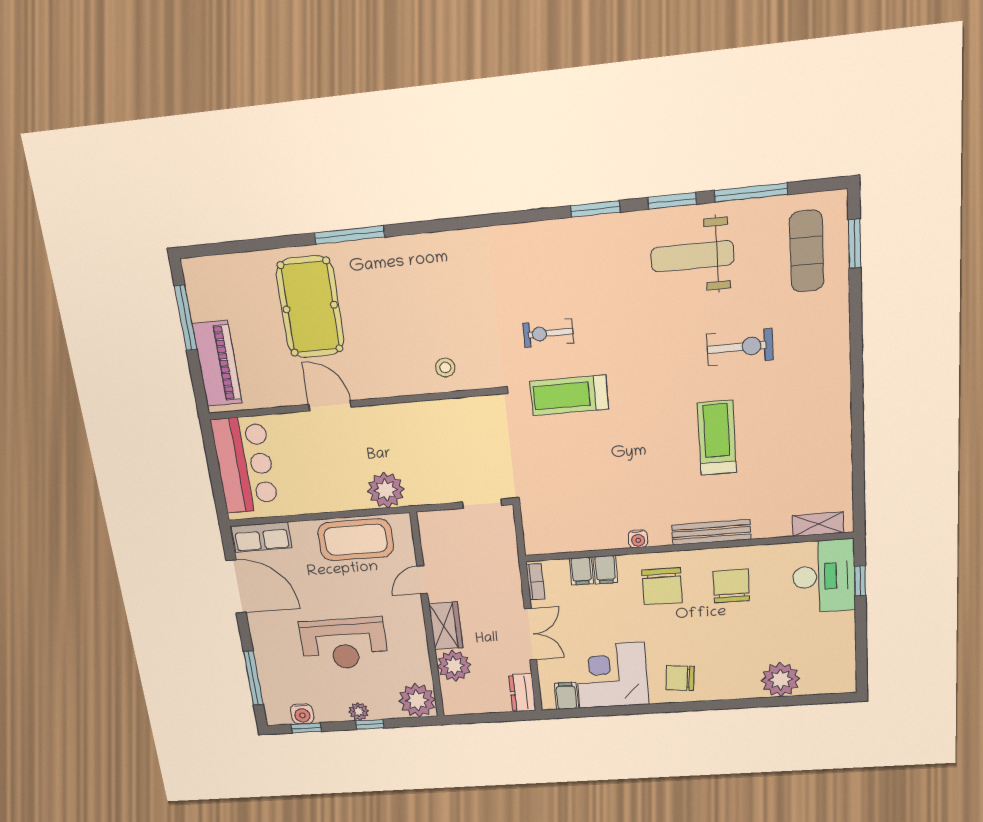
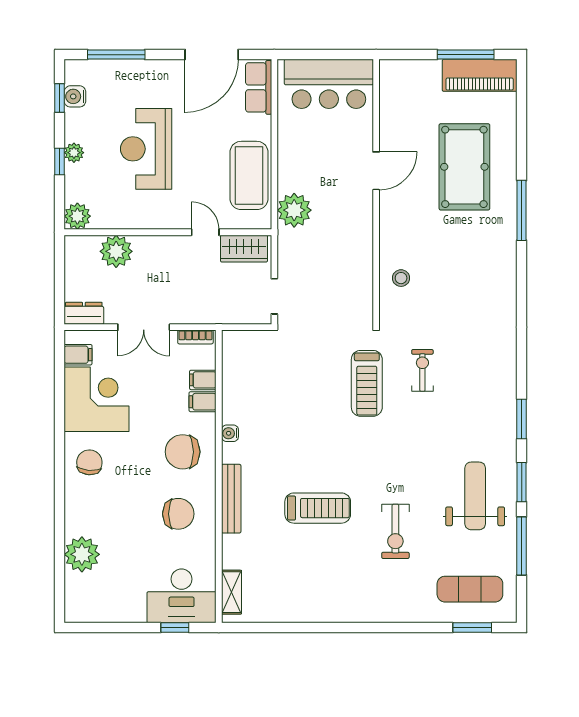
pool table: (310, 307) -> (464, 167), turned 90
piano: (217, 364) -> (480, 75), moved
treadmill: (569, 395) -> (367, 383), turned 180
wardrobe: (446, 626) -> (244, 249), moved
plant: (417, 700) -> (77, 216), width x0.73, depth x0.73

